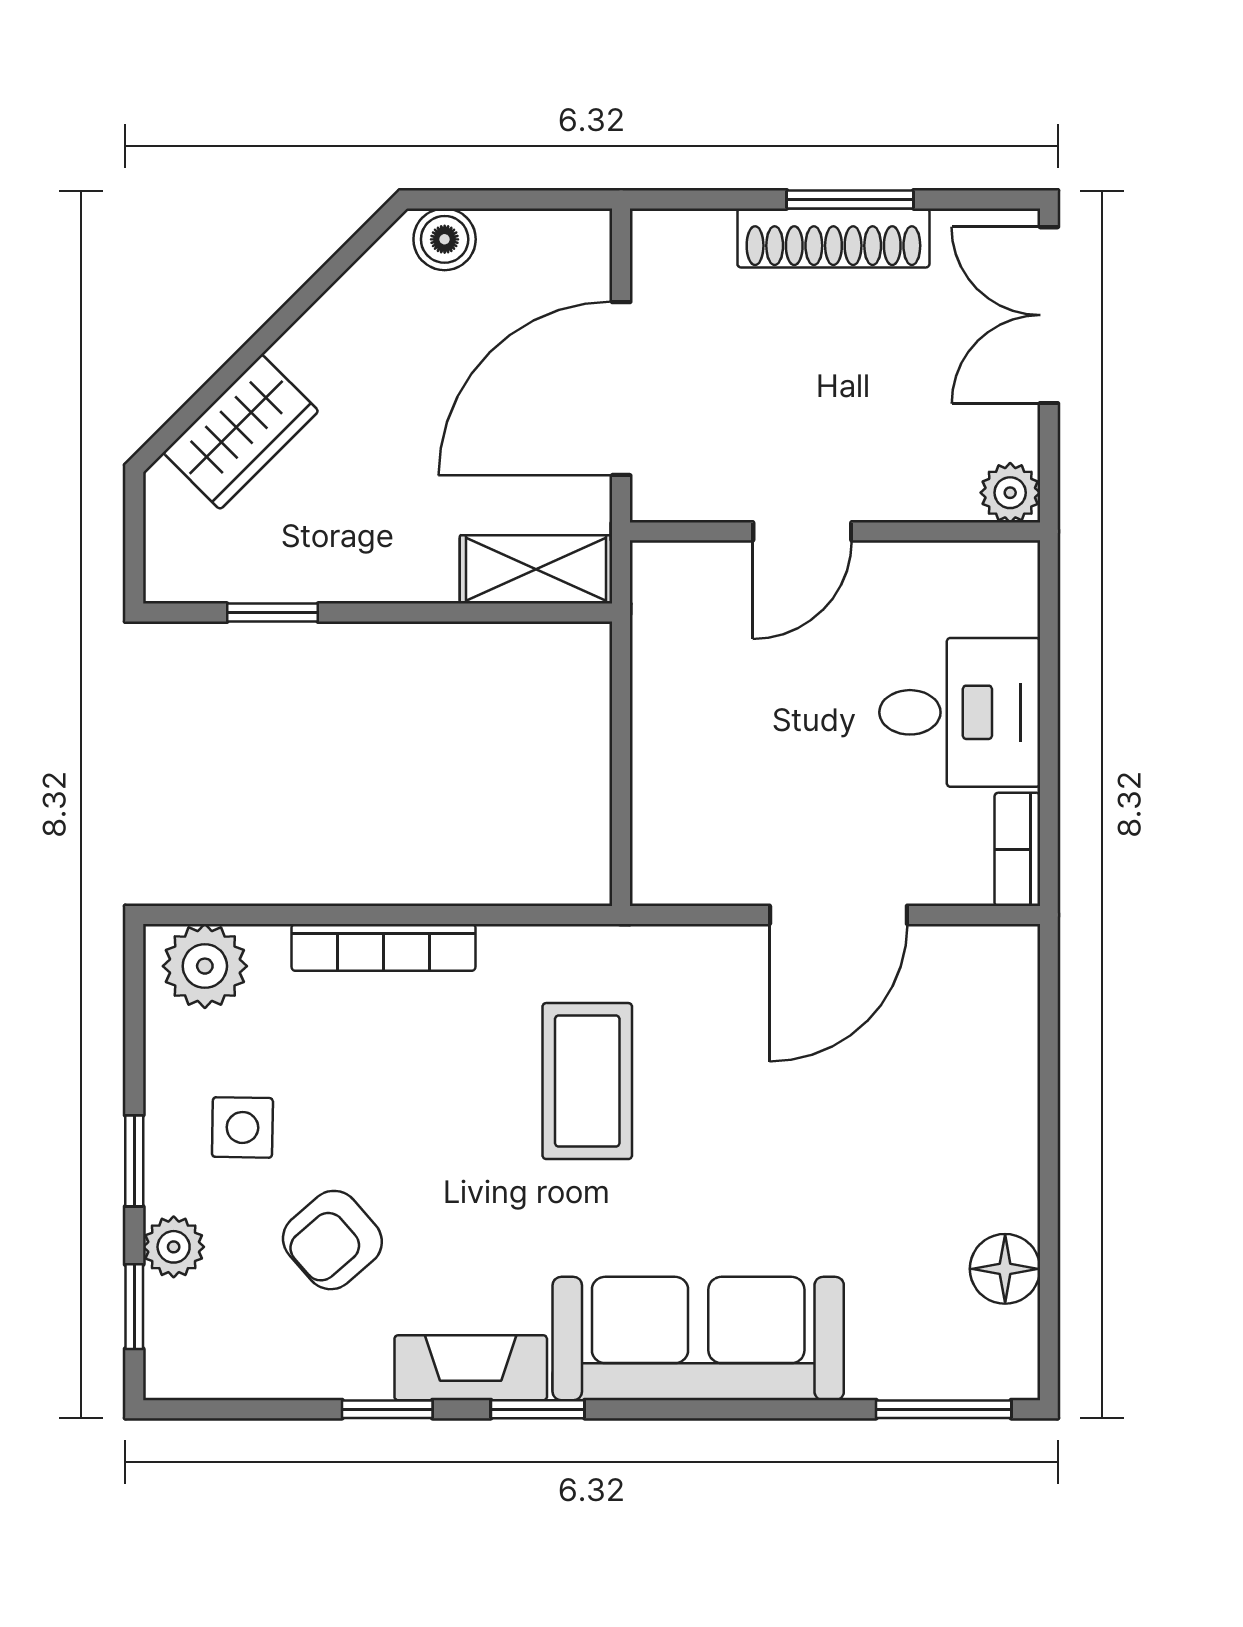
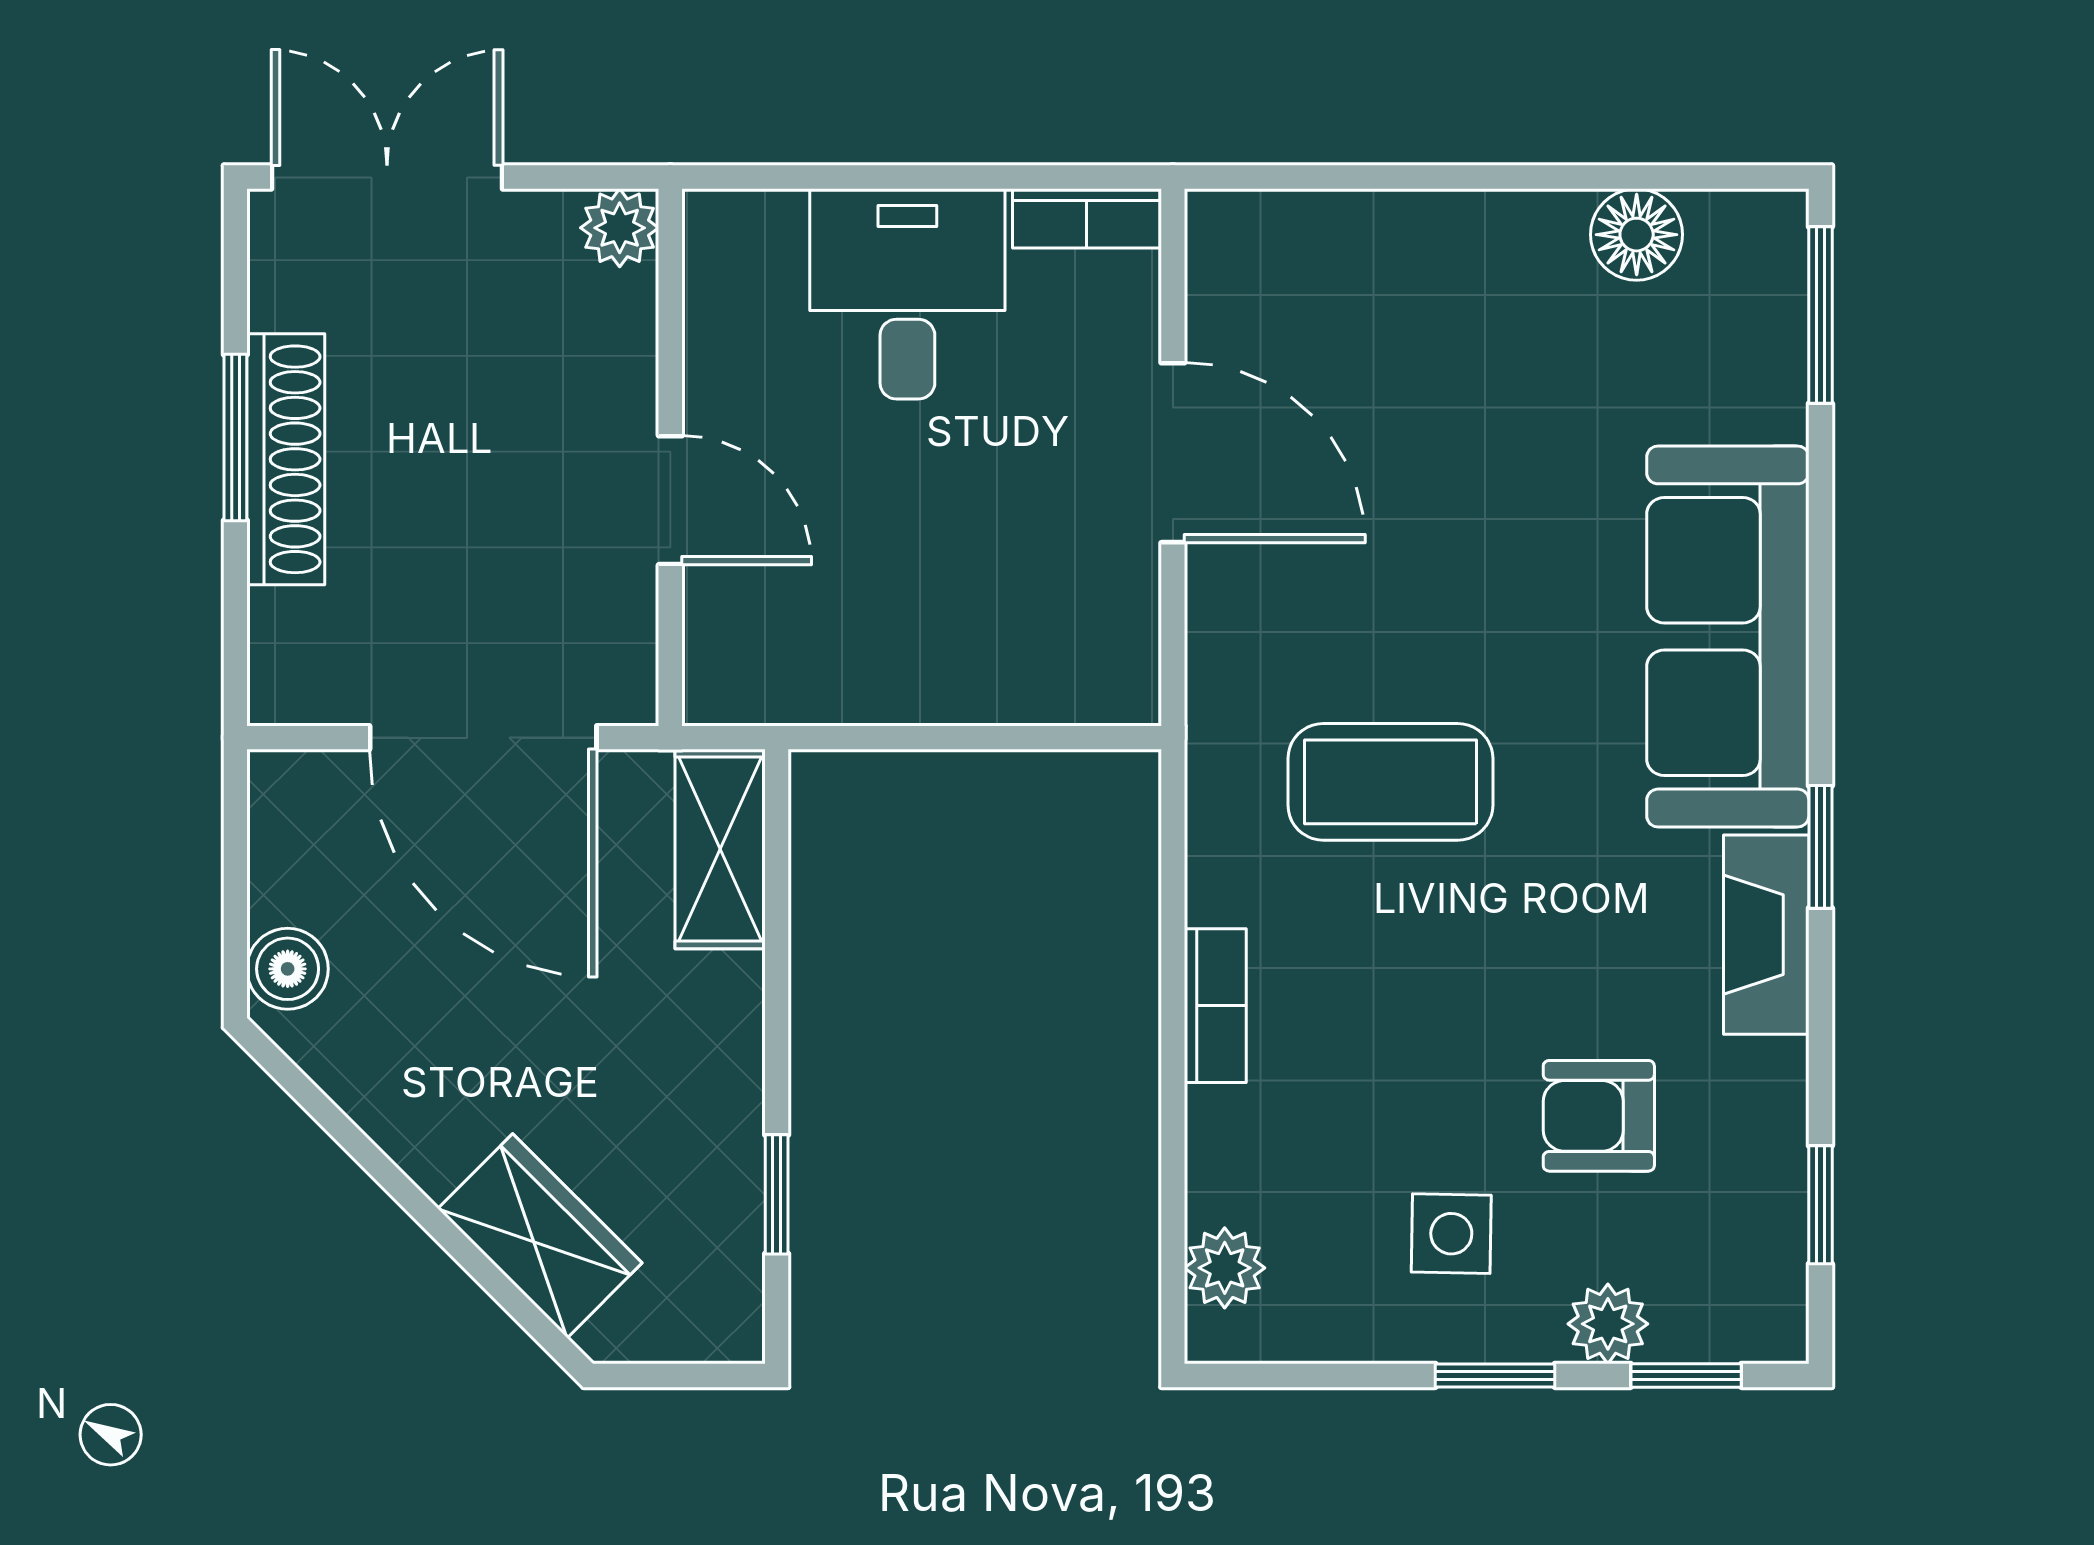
double door: (1049, 315) -> (387, 177), swing flipped
bookcase: (383, 947) -> (1215, 1006), width x0.64
plant: (205, 966) -> (1225, 1268), width x0.73, depth x0.73
armchair: (332, 1240) -> (1599, 1116), turned 131
window: (387, 1409) -> (1820, 1205), moved

